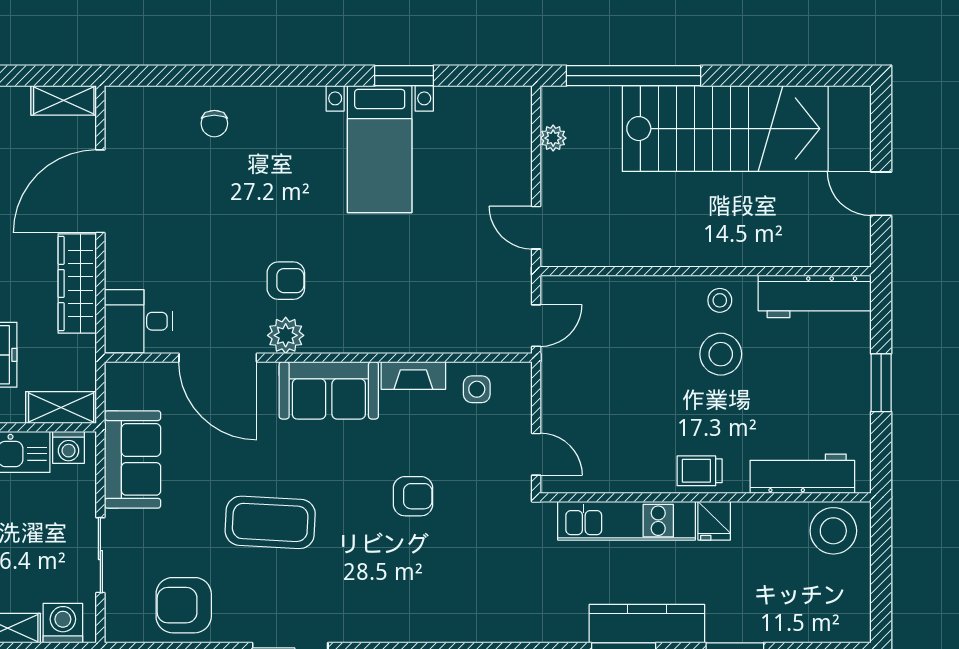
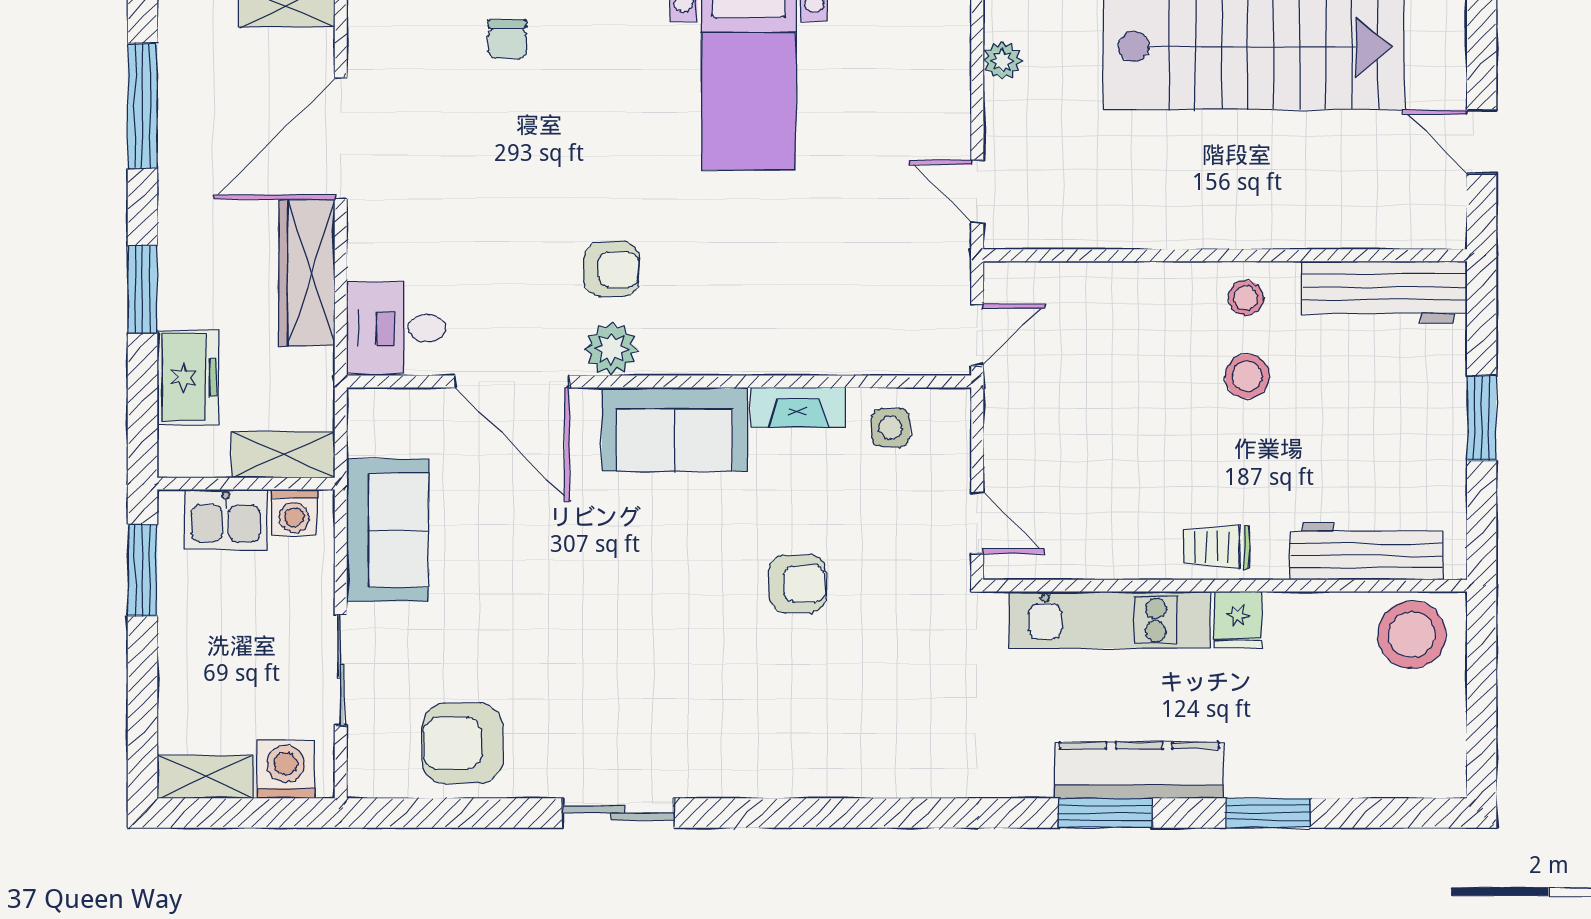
stool: (721, 354) -> (1247, 376), width x0.73, depth x0.73
coffee table: (270, 522) -> (589, 622), removed

